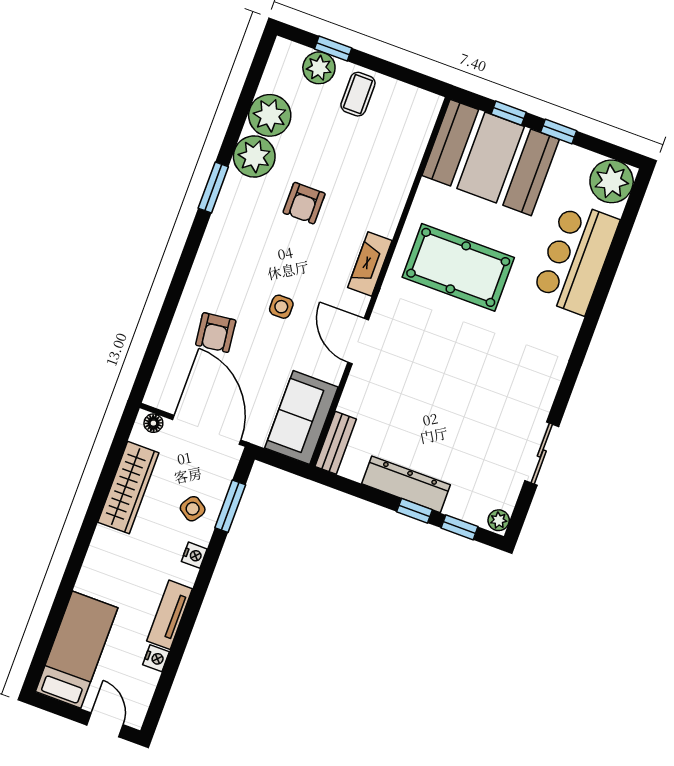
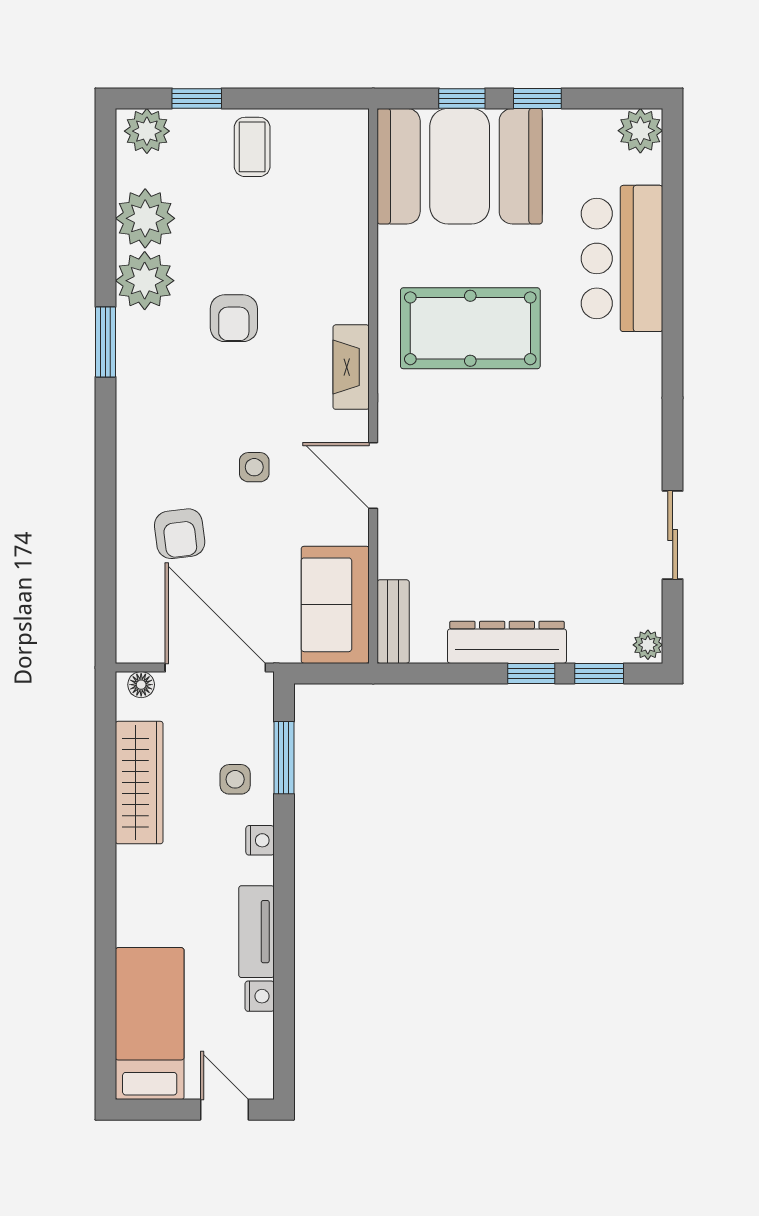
plant: (319, 68) -> (147, 131), moved
plant: (612, 181) -> (640, 131), width x0.73, depth x0.73
side table: (193, 509) -> (235, 779), turned -34

